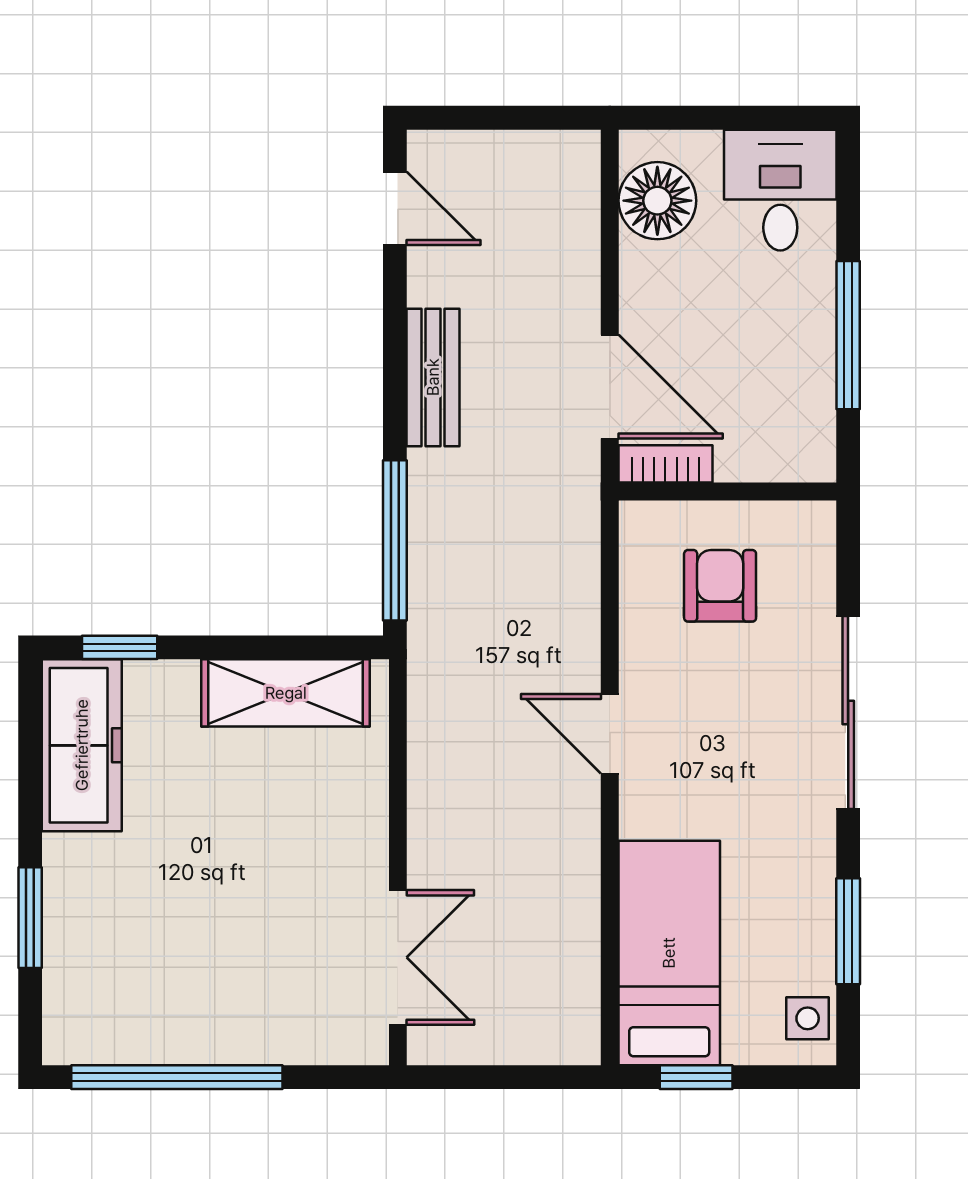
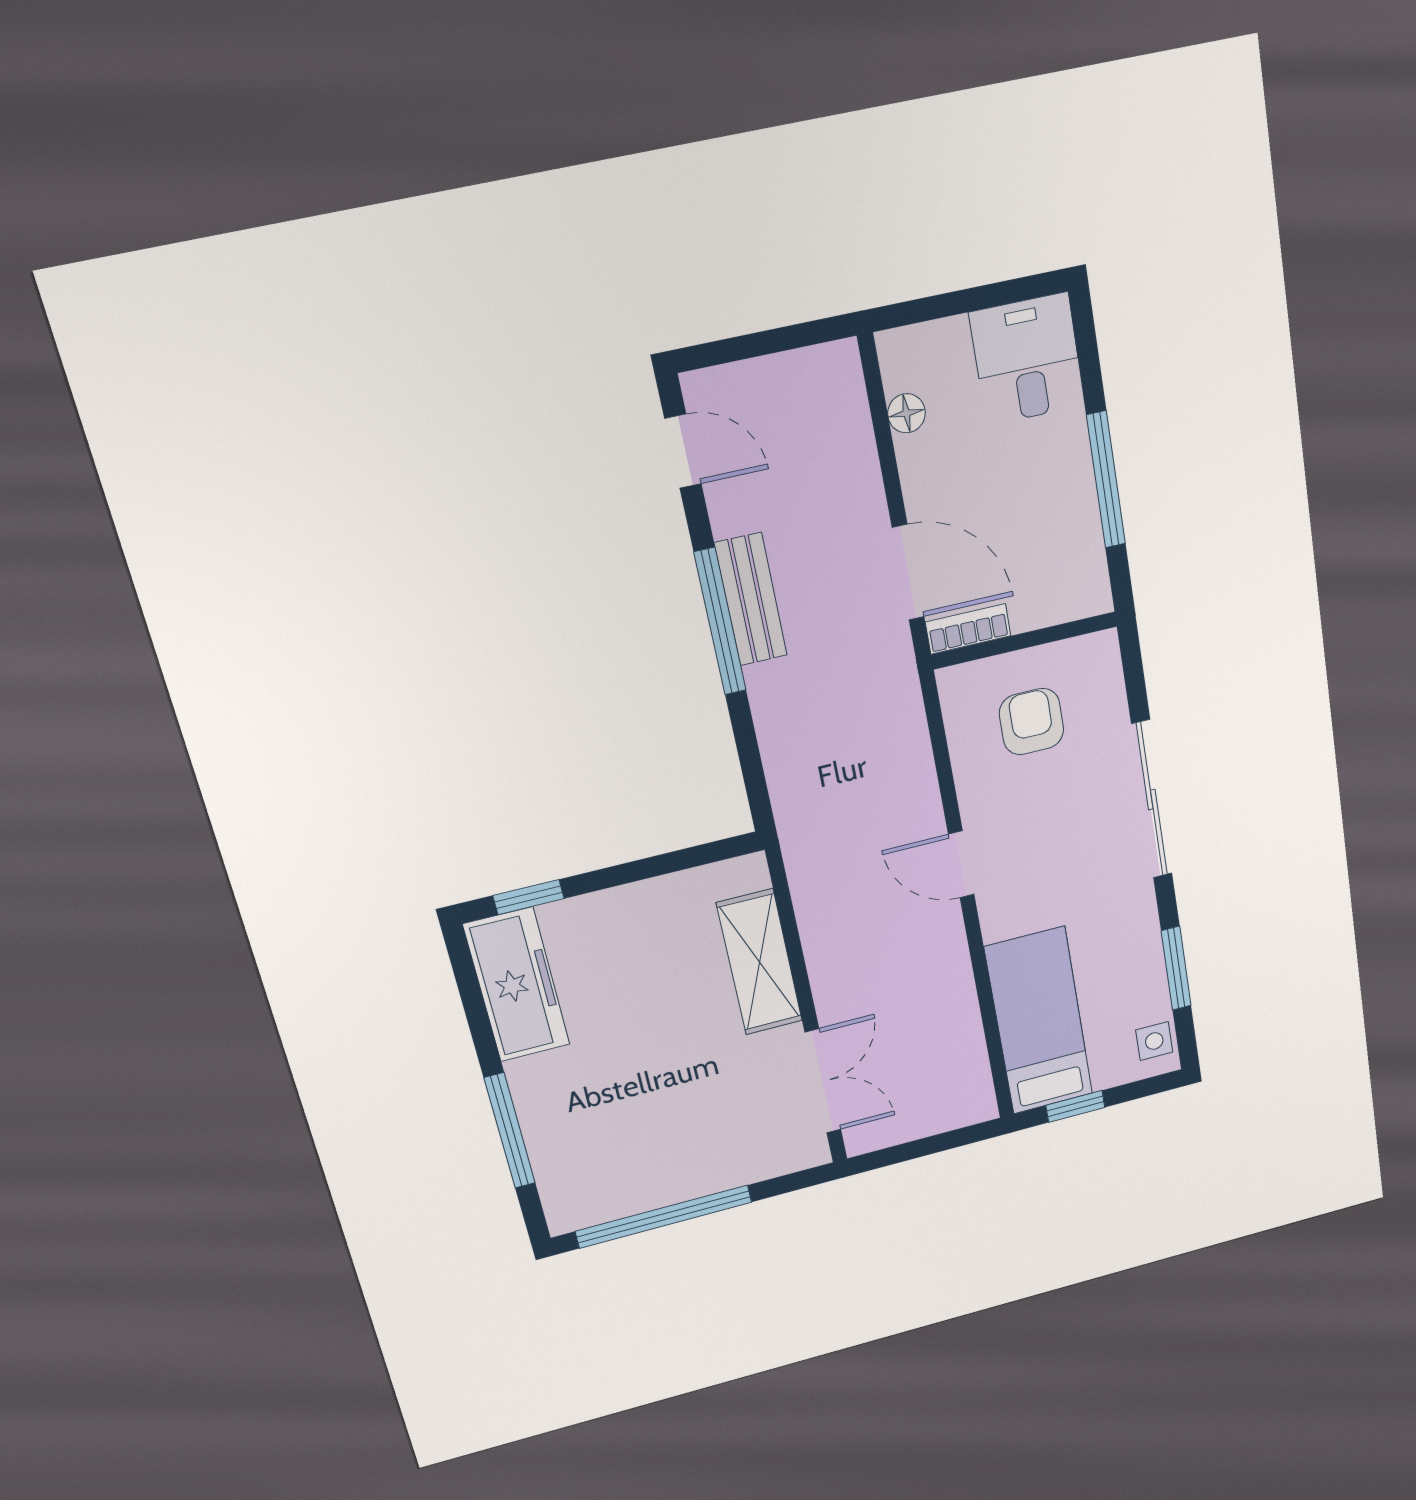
floor lamp: (657, 201) -> (906, 413), width x0.53, depth x0.53
window: (395, 540) -> (720, 622), moved
shelving: (286, 693) -> (760, 962), moved, turned 90
window: (30, 918) -> (510, 1131), width x1.44

